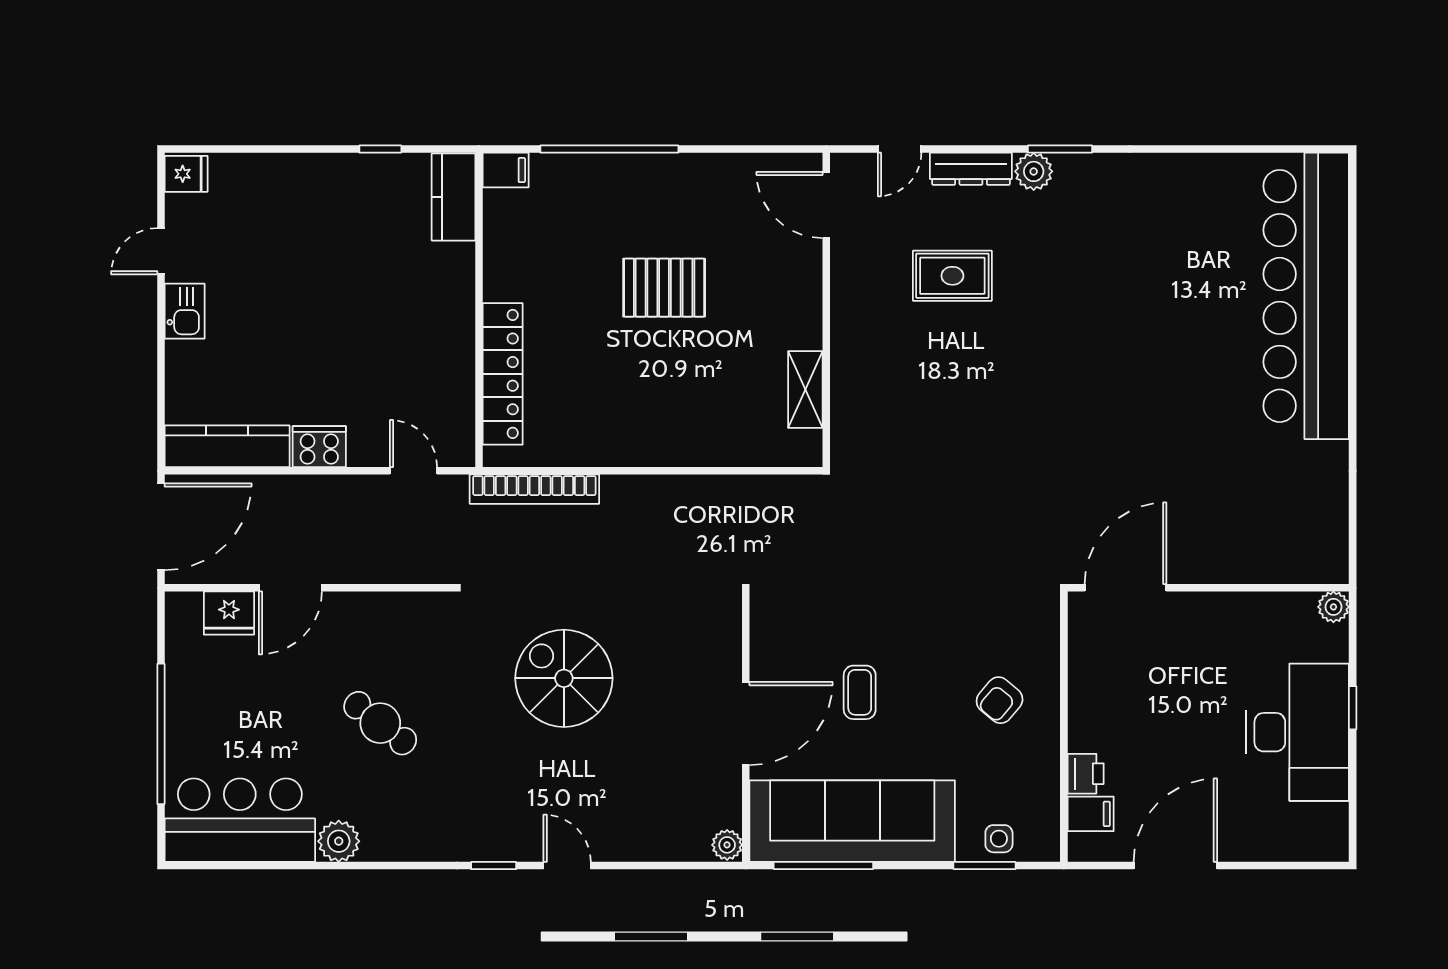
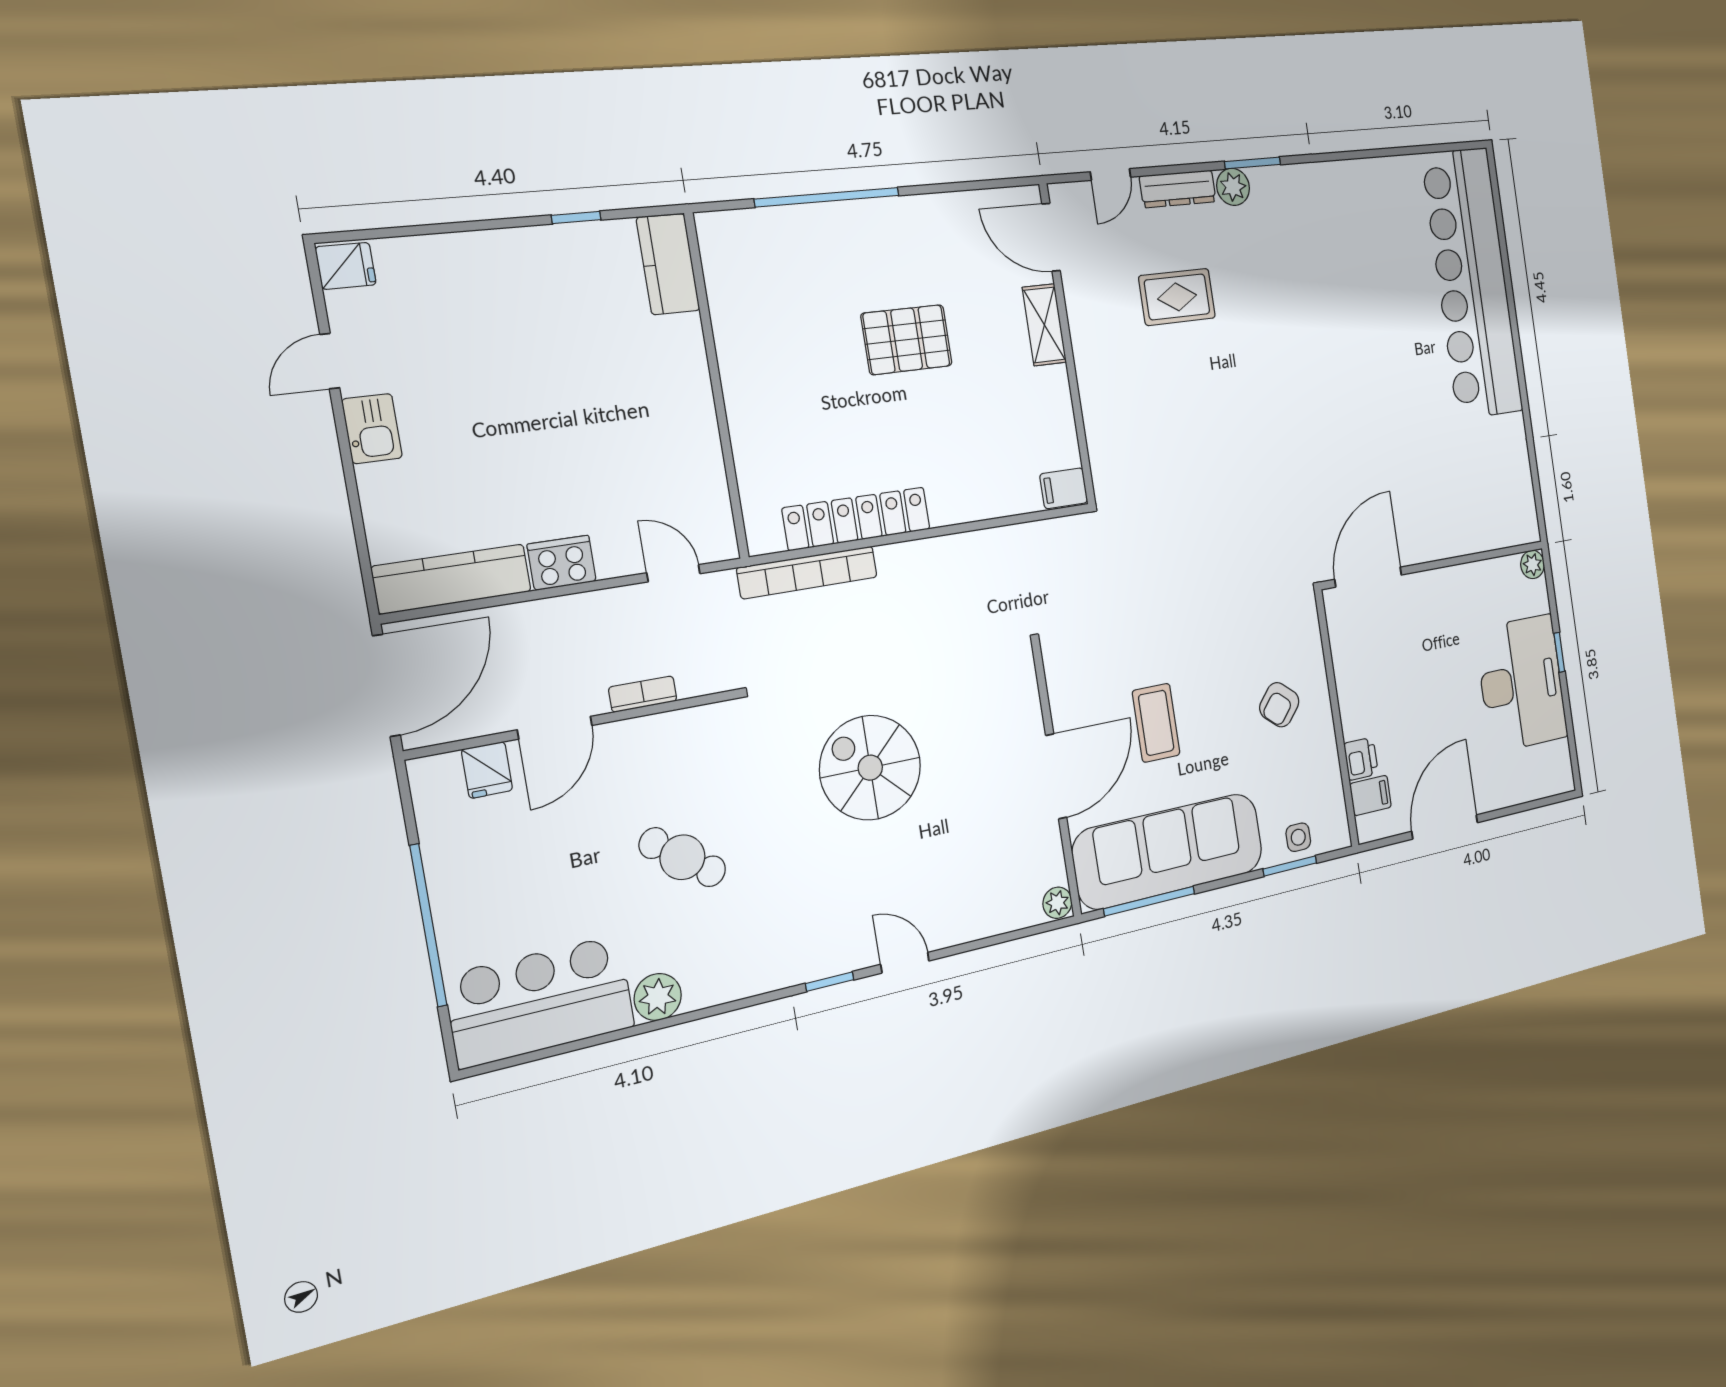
filing cabinet: (506, 170) -> (1064, 488), moved, turned 180
locker: (503, 374) -> (857, 519), moved, turned -90
shelving: (805, 390) -> (1044, 325), moved
bookcase: (369, 573) -> (643, 694), added
fridge: (229, 613) -> (487, 770), width x0.72
coffee table: (860, 692) -> (1156, 723), width x1.36, depth x1.30

